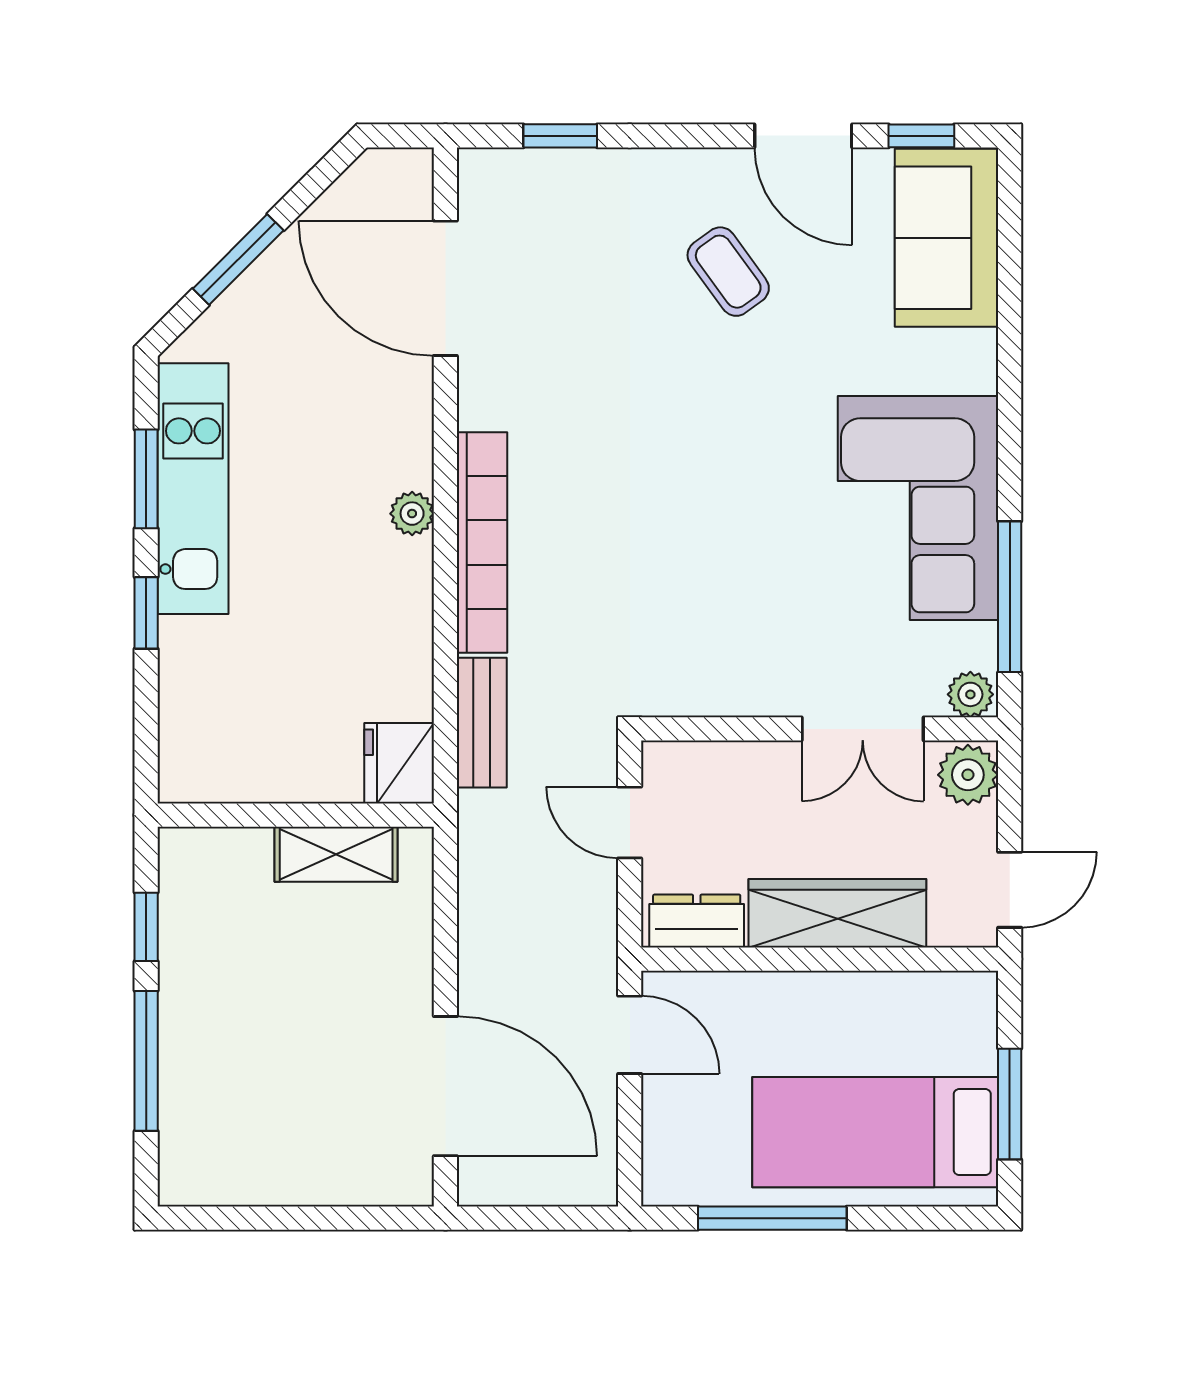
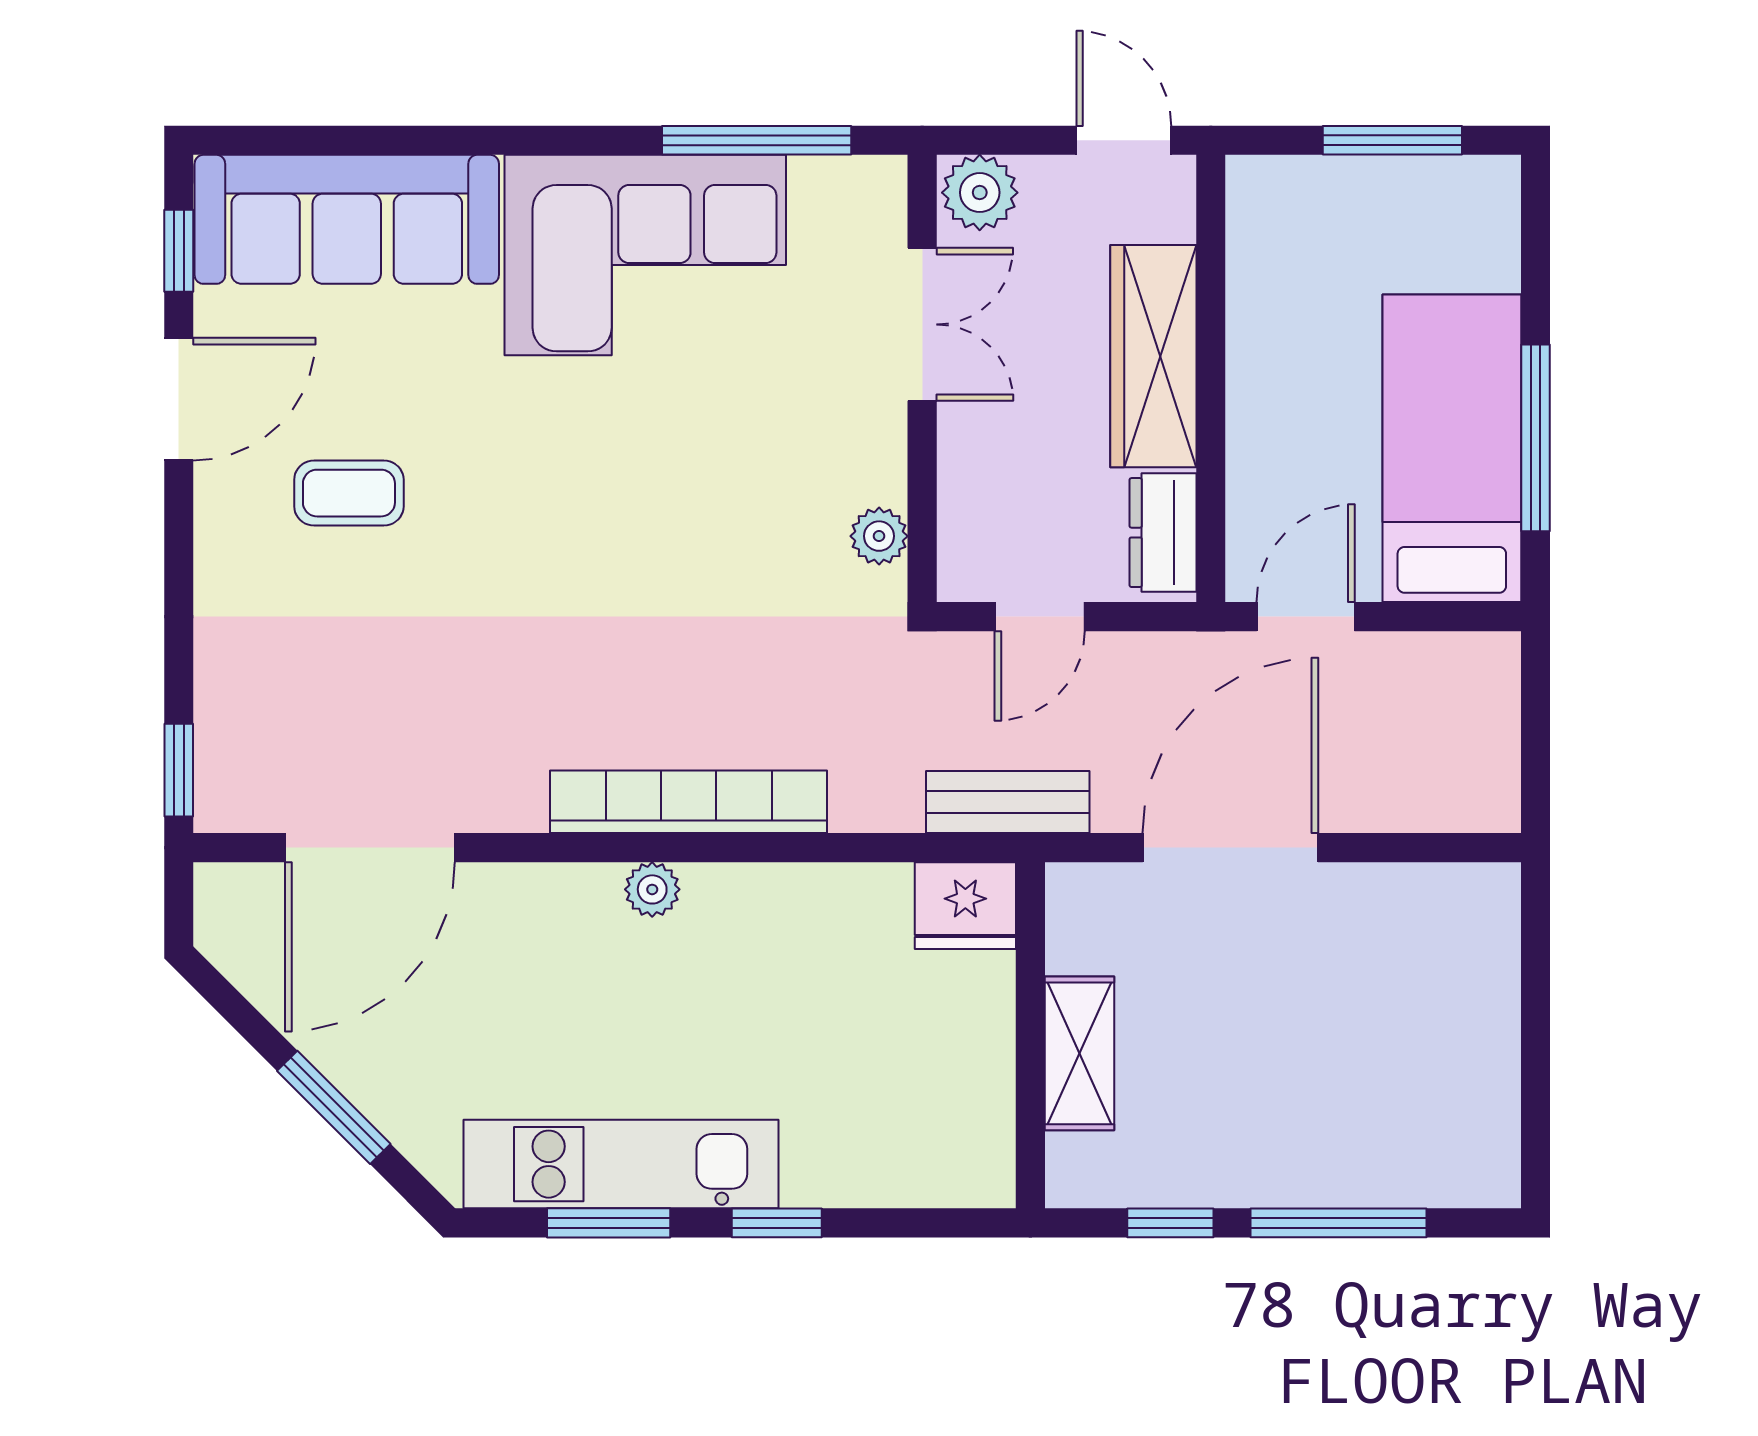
window: (560, 136) -> (179, 770), moved
sofa: (946, 238) -> (347, 219), width x1.36
coffee table: (728, 272) -> (349, 493), turned 36
plant: (970, 694) -> (879, 536), moved
bench: (482, 723) -> (1008, 802), moved
shelving: (336, 854) -> (1079, 1053), moved
door: (445, 1086) -> (1230, 848), moved
bed: (875, 1132) -> (1452, 448), moved, turned 180

